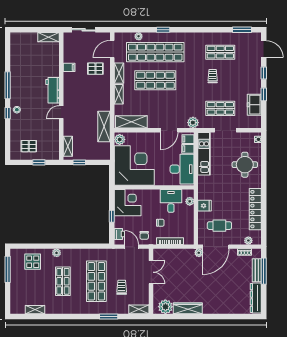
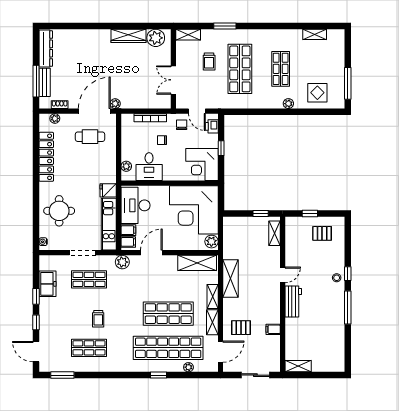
shelving: (104, 126) -> (231, 278), moved
fridge: (205, 206) -> (108, 190), moved

